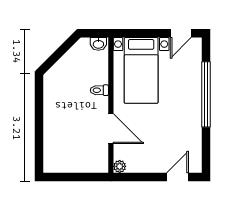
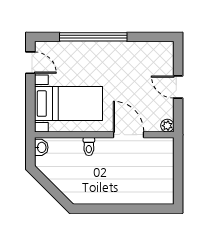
door: (111, 129) -> (128, 135), hinge flipped
door: (178, 177) -> (178, 87), moved

